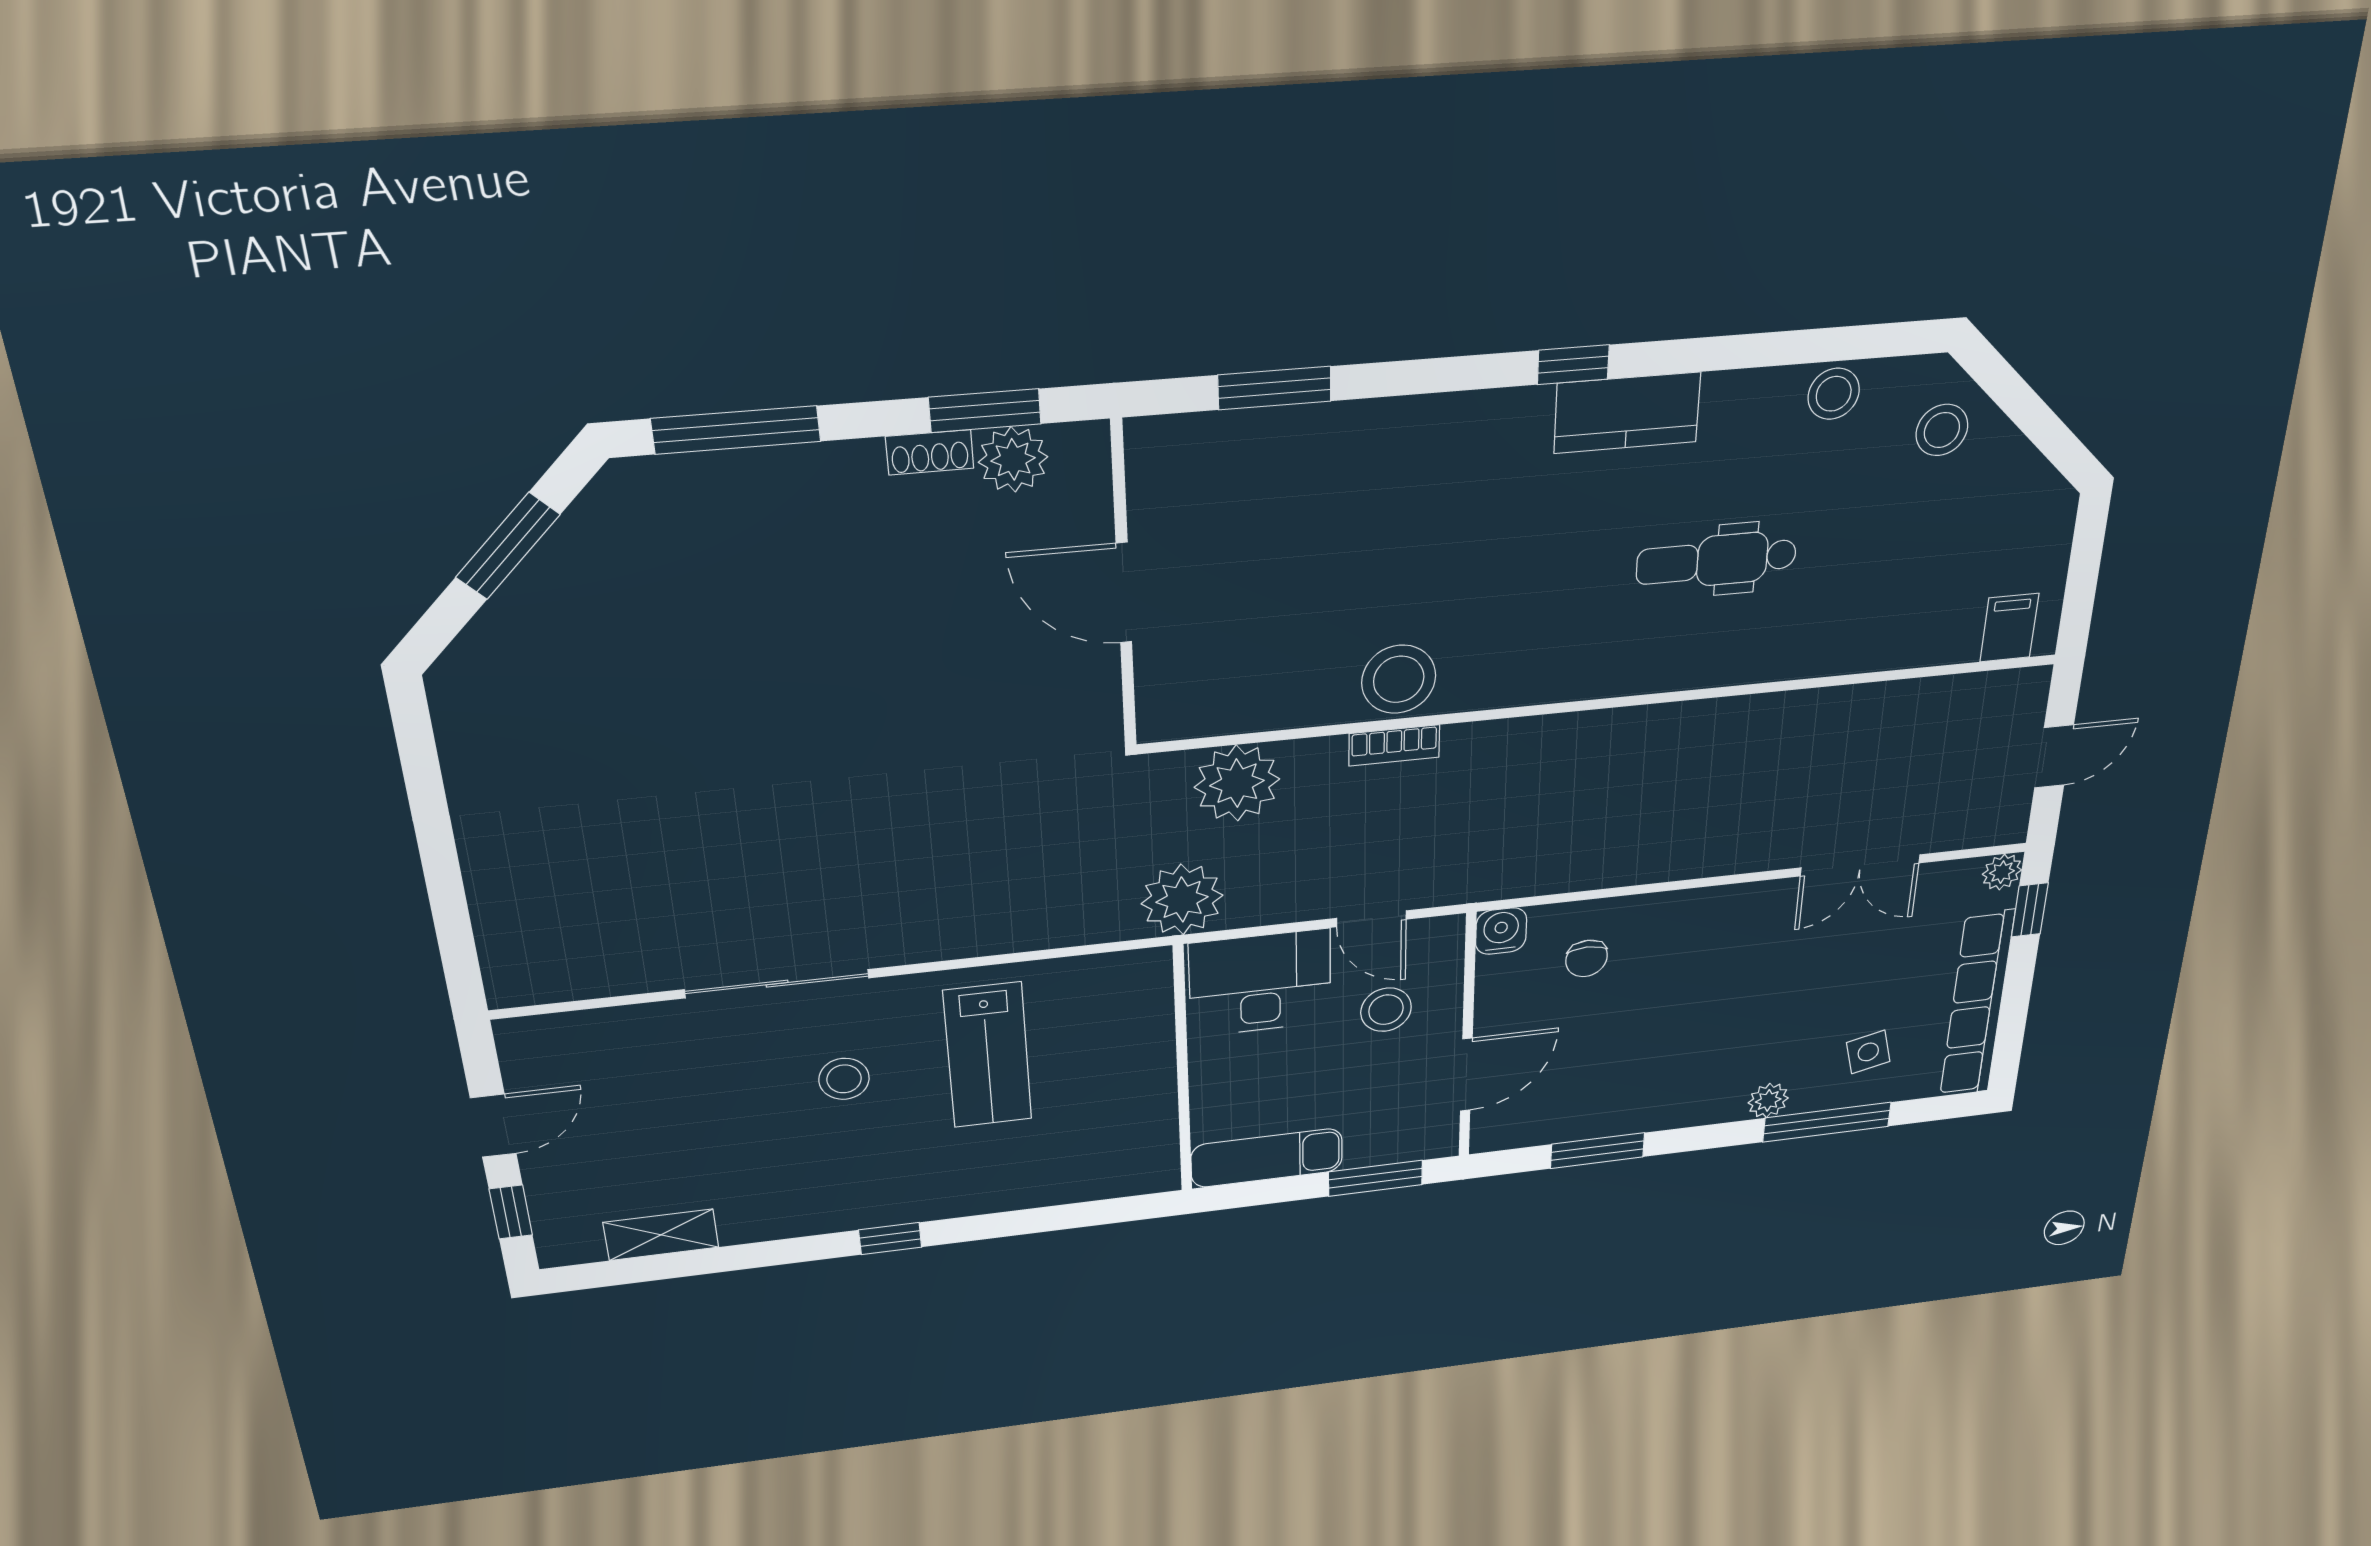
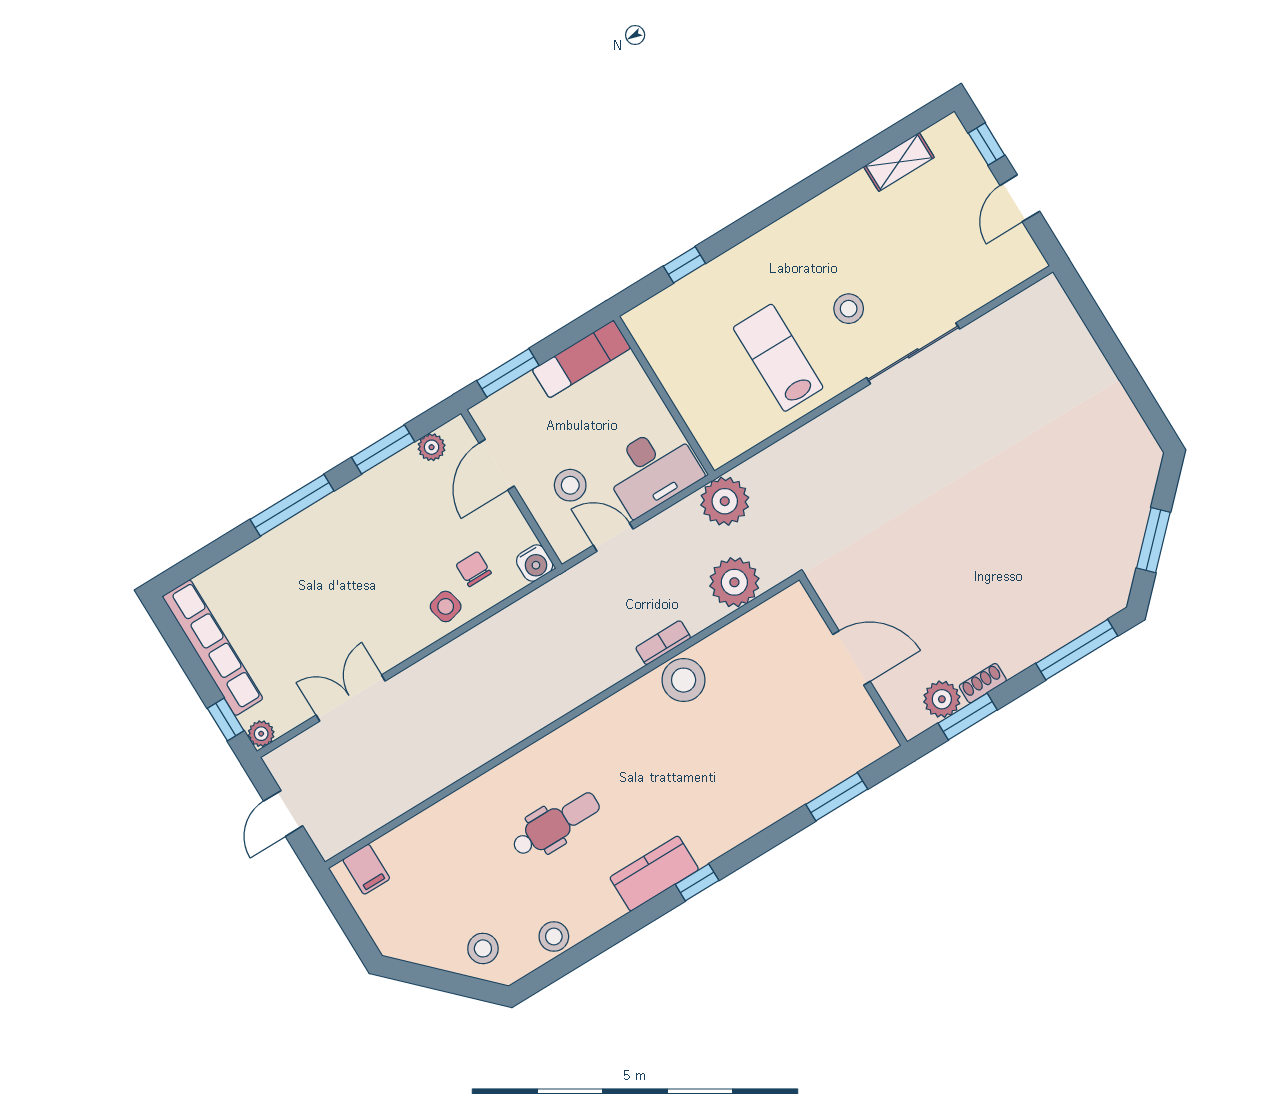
side table: (1868, 1052) -> (446, 606), moved
plant: (1768, 1100) -> (432, 447), moved
window: (1827, 1122) -> (292, 505), moved
window: (890, 1239) -> (684, 265), moved

